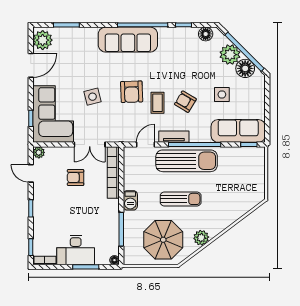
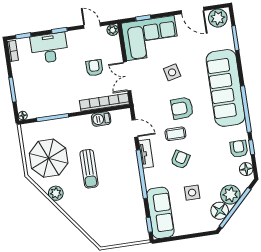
armchair: (183, 39) -> (239, 149), added
sofa: (128, 40) -> (226, 88), width x1.36, depth x1.27
sun lounger: (187, 161) -> (125, 169), removed
door: (31, 173) -> (92, 26), hinge flipped
barbecue: (130, 200) -> (101, 119), moved
desk: (76, 250) -> (49, 48), moved, turned 90

